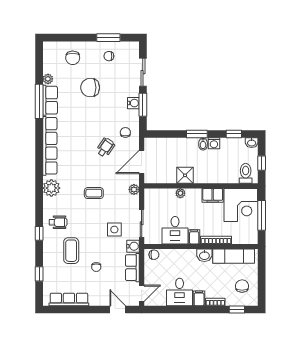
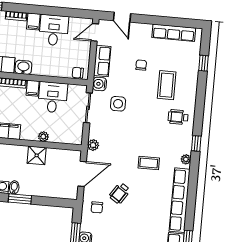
plant: (51, 188) -> (186, 159), width x0.53, depth x0.53
coffee table: (94, 193) -> (149, 163), moved
window: (39, 233) -> (196, 143), moved

